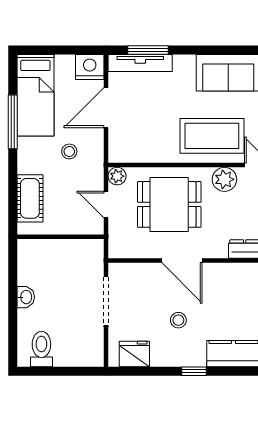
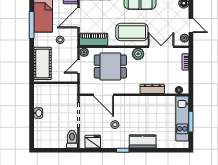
piano: (136, 150) -> (94, 39), added
cot: (30, 198) -> (43, 63), width x1.37, depth x1.34
door: (106, 204) -> (79, 66), hinge flipped
door: (182, 261) -> (104, 95), moved
toilet: (41, 349) -> (72, 139), moved

